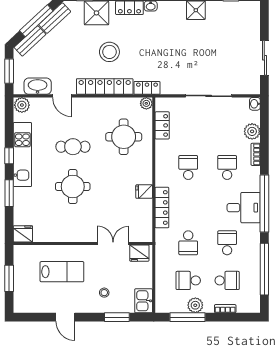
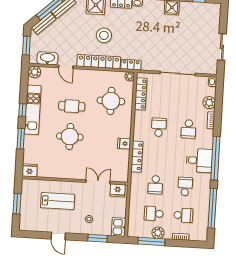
locker: (162, 125) -> (141, 94), width x1.53
school desk: (227, 167) -> (189, 129), turned 180

